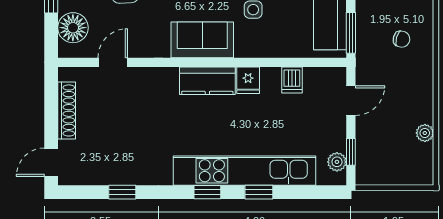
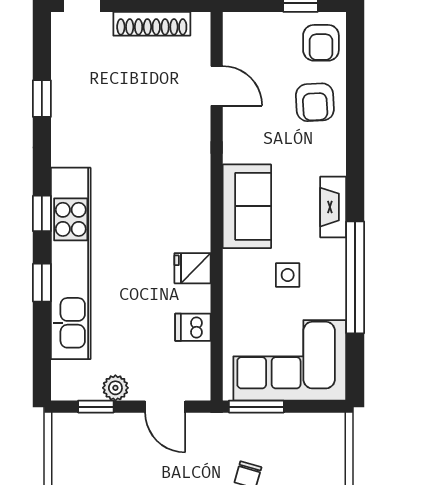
floor lamp: (73, 28) -> (263, 32), removed
kitchen counter: (207, 81) -> (192, 213), removed
plant: (337, 162) -> (115, 388), moved

